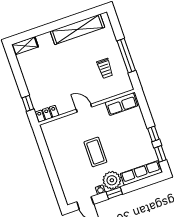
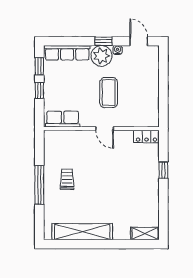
row of seats: (121, 104) -> (63, 119), moved
wall: (87, 107) -> (101, 129), moved
door: (84, 108) -> (105, 129), moved
locker: (47, 114) -> (146, 136), moved

